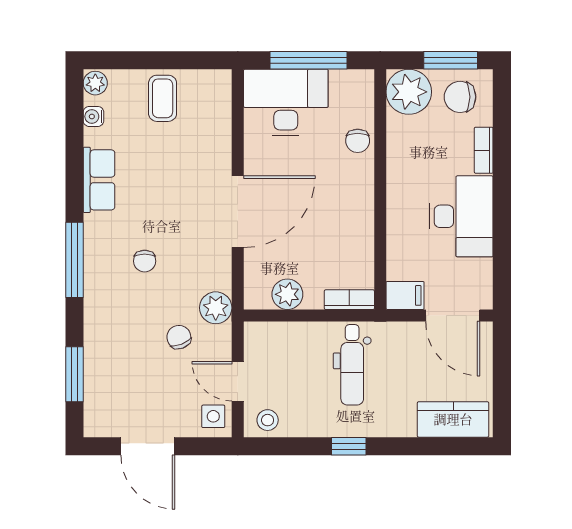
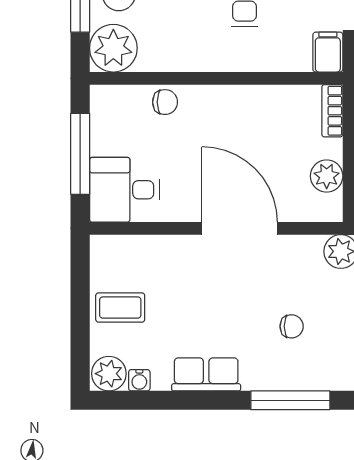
plant: (95, 83) -> (109, 374), width x1.38, depth x1.38
desk: (286, 102) -> (124, 190), width x0.73

